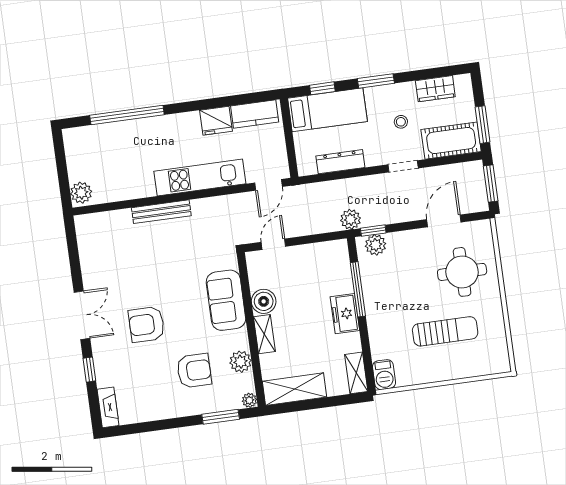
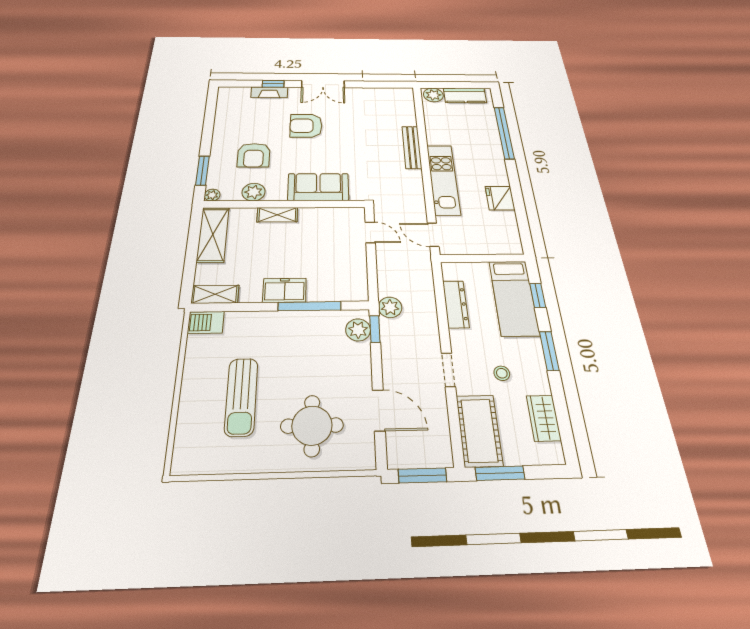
kitchen counter: (255, 114) -> (465, 95), moved, turned -90
boiler: (264, 301) -> (312, 218), removed
armchair: (146, 324) -> (306, 126), turned -90
fireplace: (108, 407) -> (269, 92), moved

